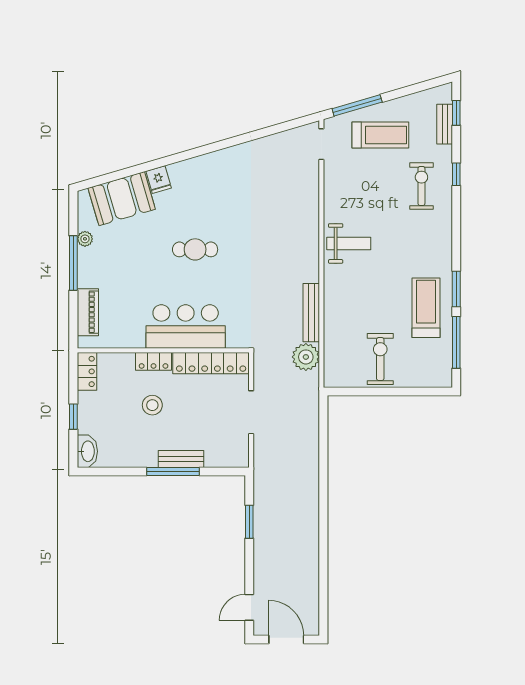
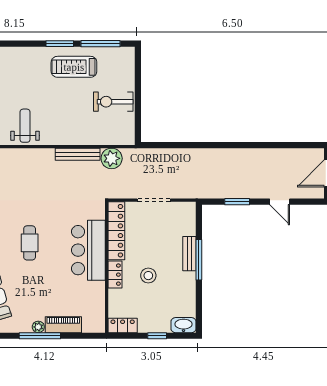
plant: (85, 239) -> (38, 327), moved
piano: (88, 312) -> (63, 325), moved
door: (249, 607) -> (280, 202), moved

